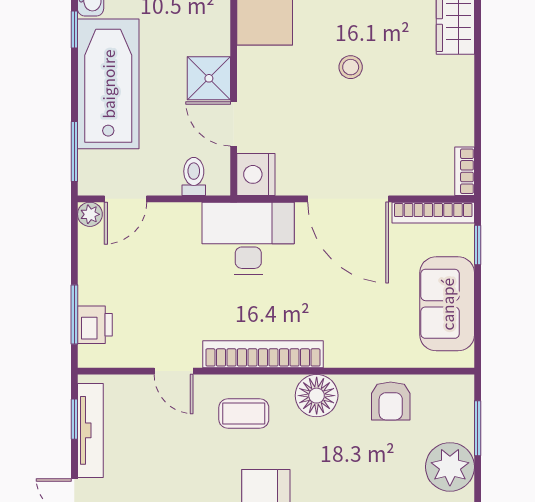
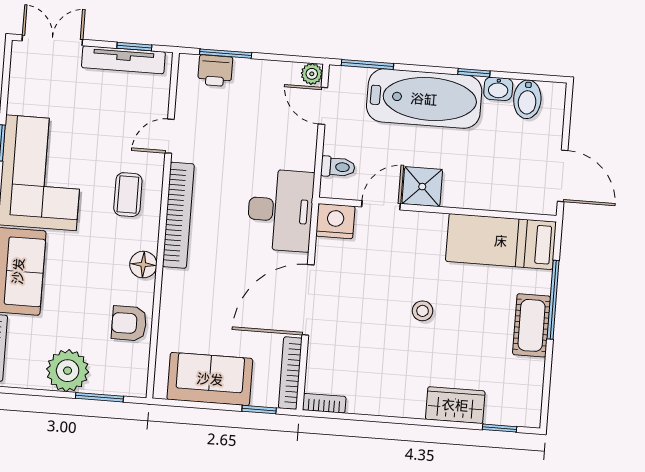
floor lamp: (317, 396) -> (143, 265), width x0.73, depth x0.73

